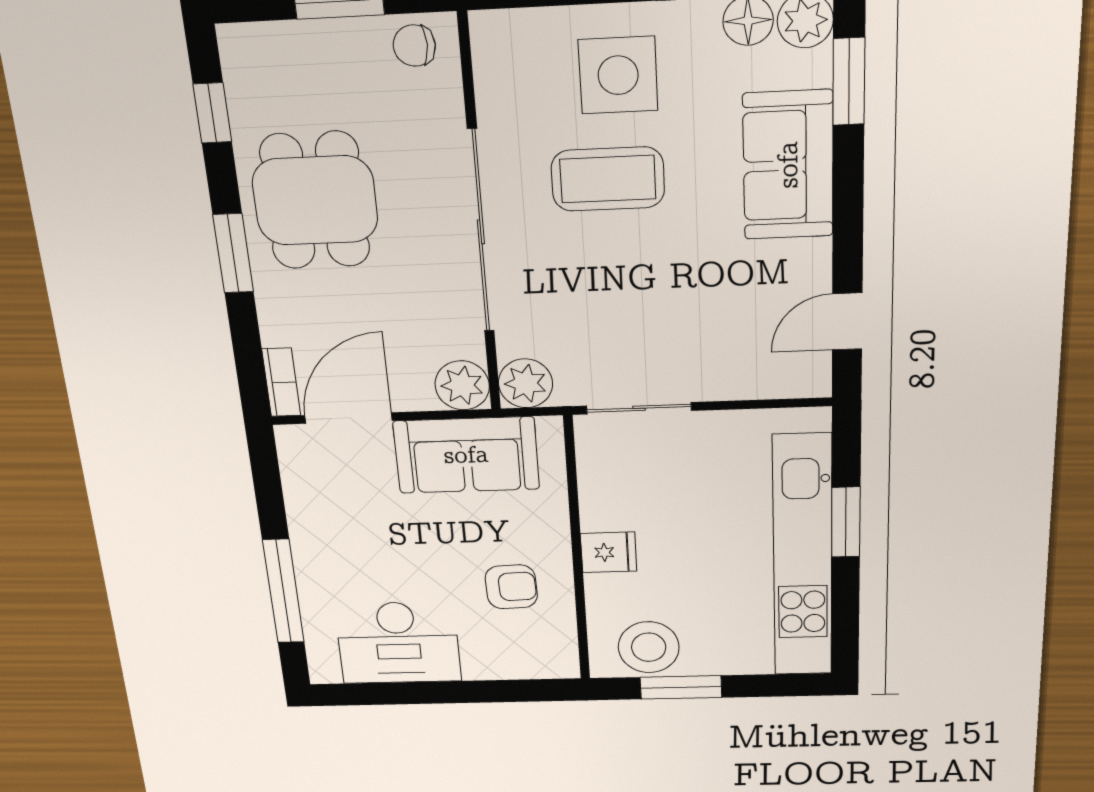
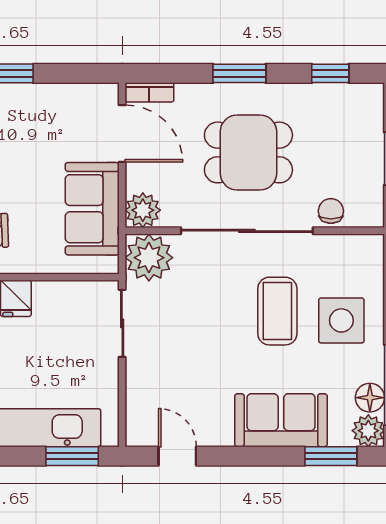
chair: (414, 46) -> (331, 211), moved
dining table: (315, 201) -> (248, 152), moved
plant: (526, 383) -> (149, 258), width x1.36, depth x1.36
window: (846, 522) -> (72, 456), moved

